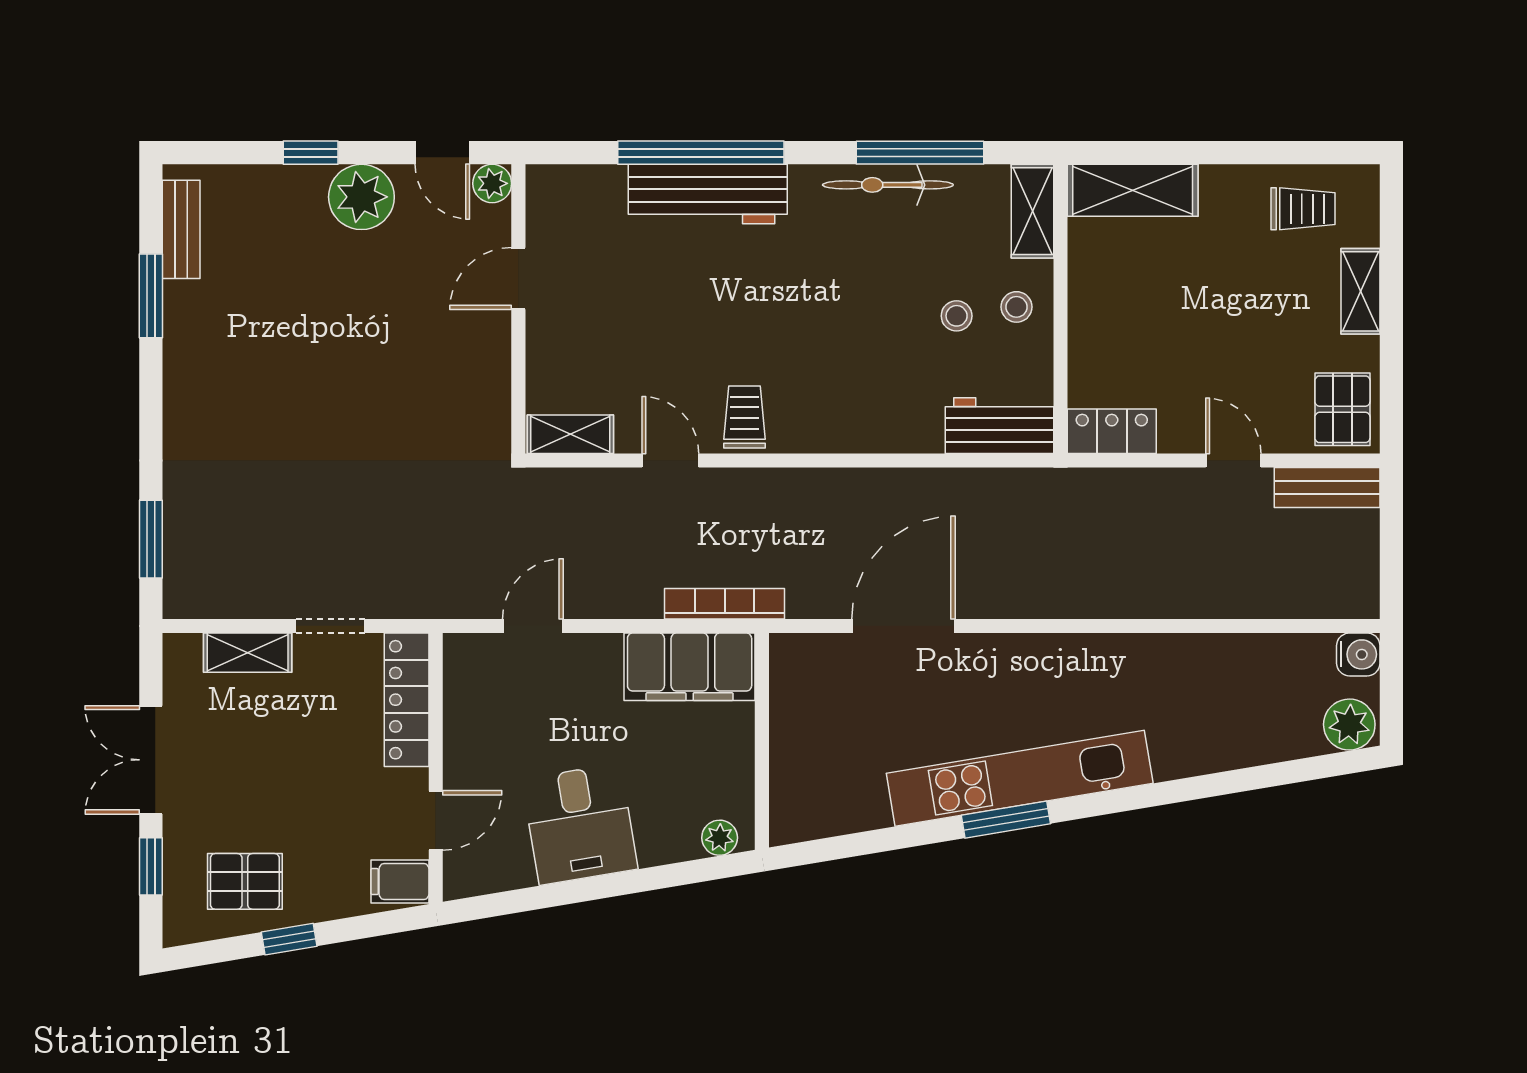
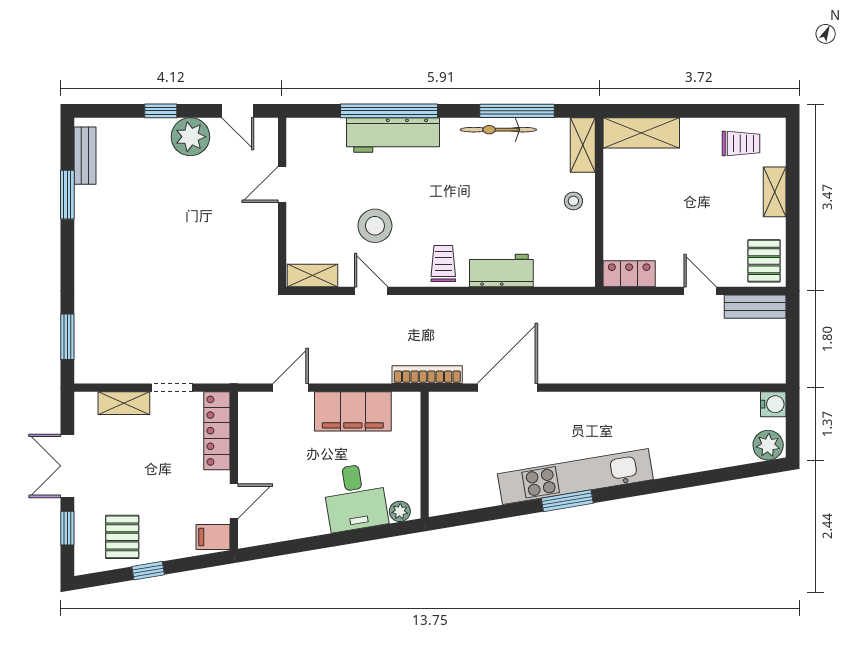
plant: (492, 183) -> (267, 129), removed
stool: (957, 316) -> (375, 226), moved, width x1.89, depth x1.89
trolley: (745, 417) -> (443, 264), moved
workbench: (999, 426) -> (501, 270), moved
bookcase: (725, 604) -> (427, 375), moved
filing cabinet: (690, 667) -> (353, 411), moved
desk: (580, 824) -> (355, 497), moved
pallet: (245, 881) -> (122, 537), turned 90

